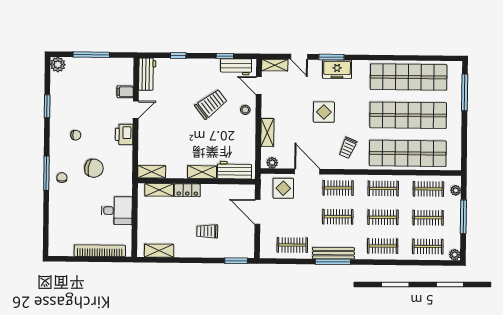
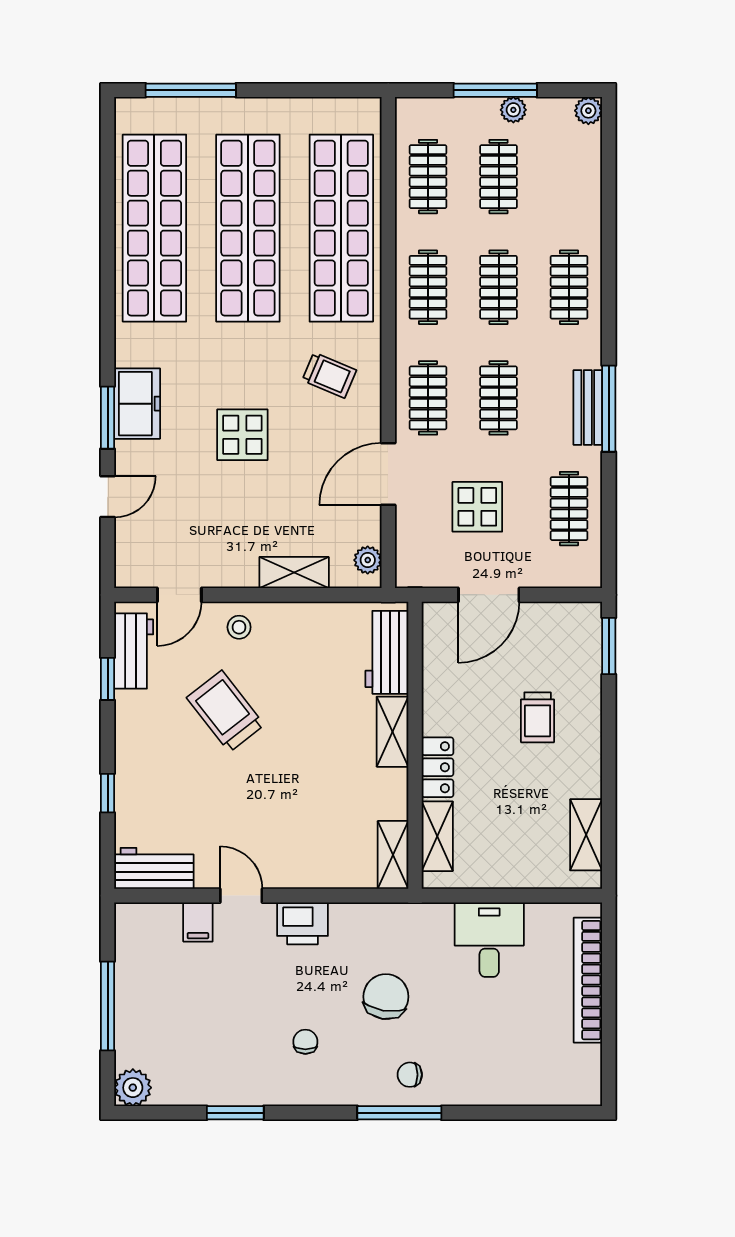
shelving: (275, 65) -> (129, 556), removed
display table: (283, 188) -> (477, 507), moved
plant: (456, 190) -> (513, 110), moved
clothes rail: (428, 246) -> (569, 177), removed
bench: (333, 253) -> (588, 408), width x0.73

